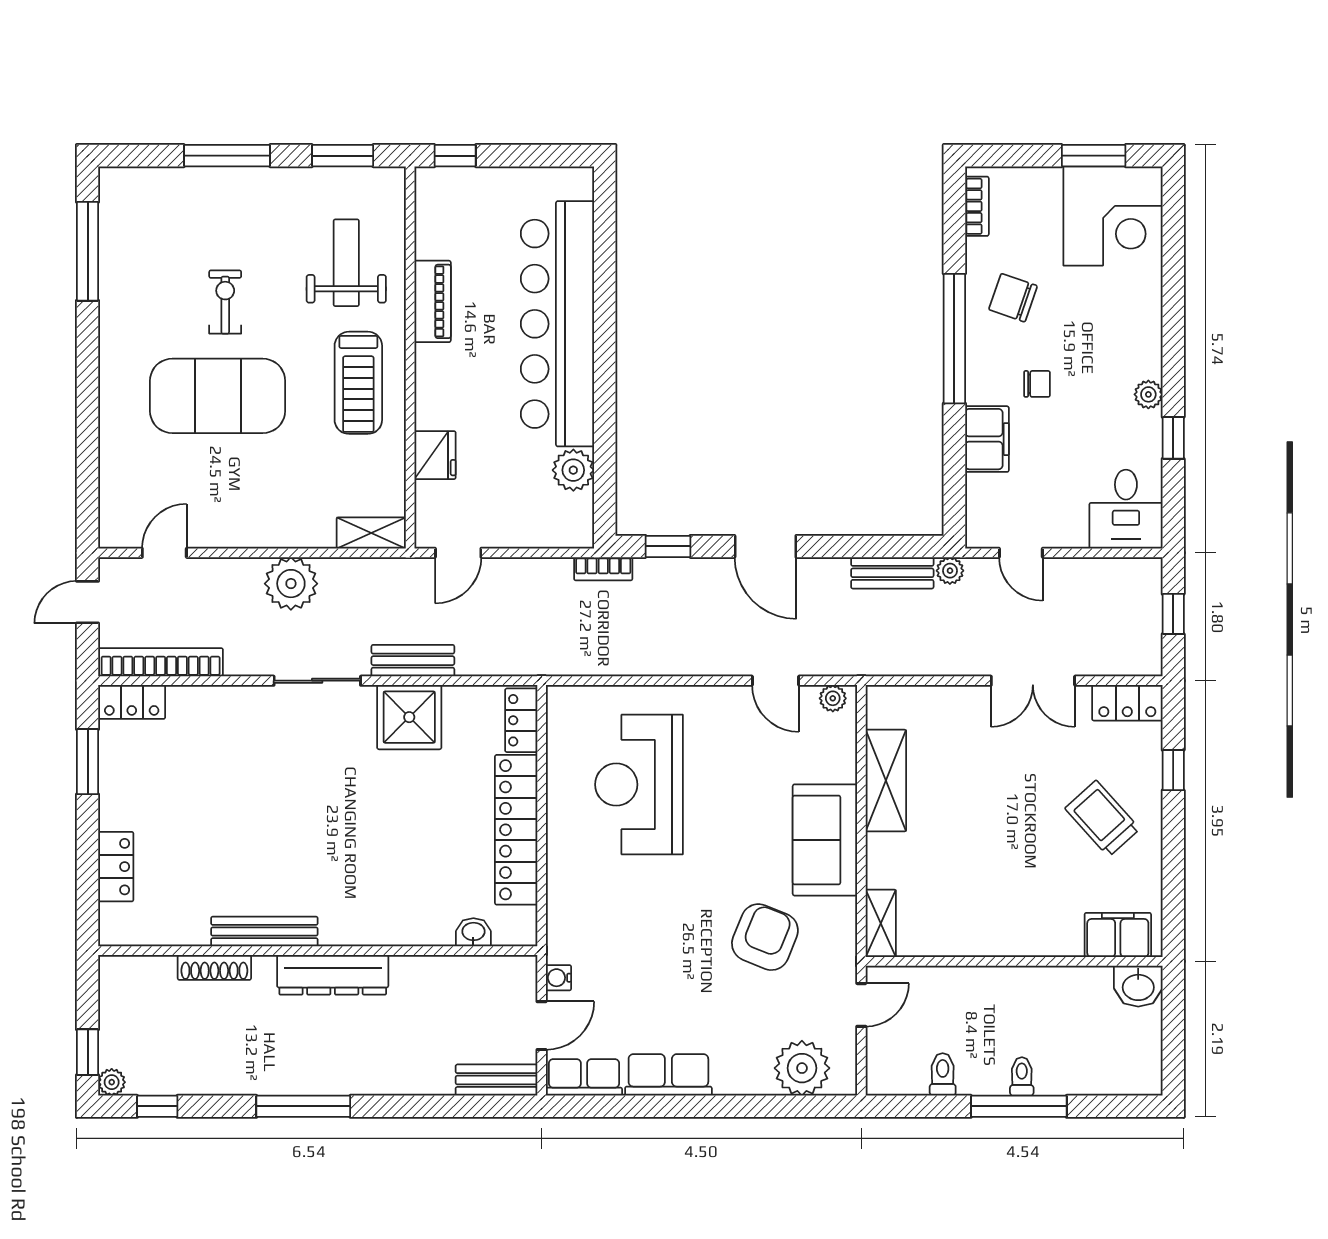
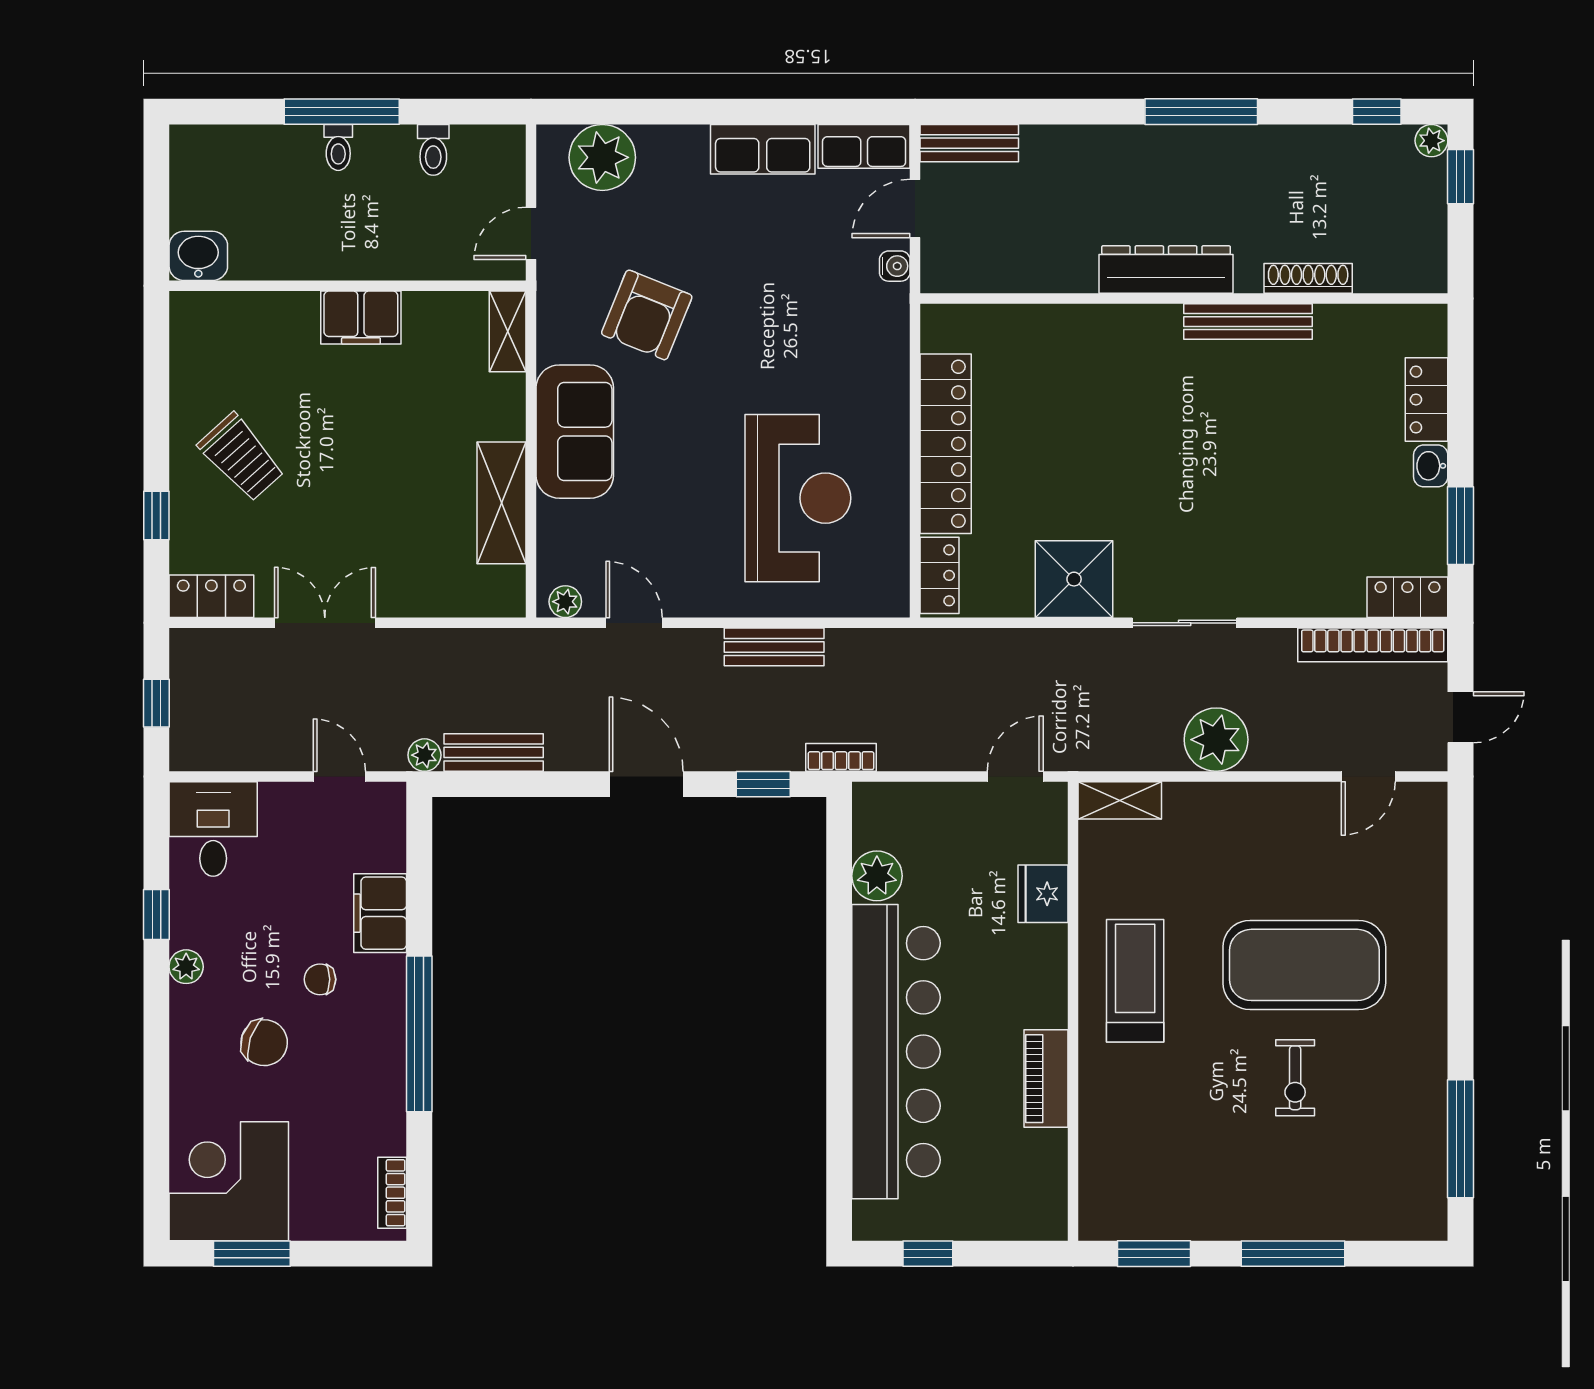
window: (455, 156) -> (928, 1254), moved
weight bench: (346, 263) -> (1150, 1125), removed
chair: (1013, 298) -> (264, 1043), moved
bench: (413, 661) -> (774, 647), moved
washbasin: (473, 932) -> (1431, 466), moved, turned 90
filing cabinet: (1118, 935) -> (361, 317), moved

